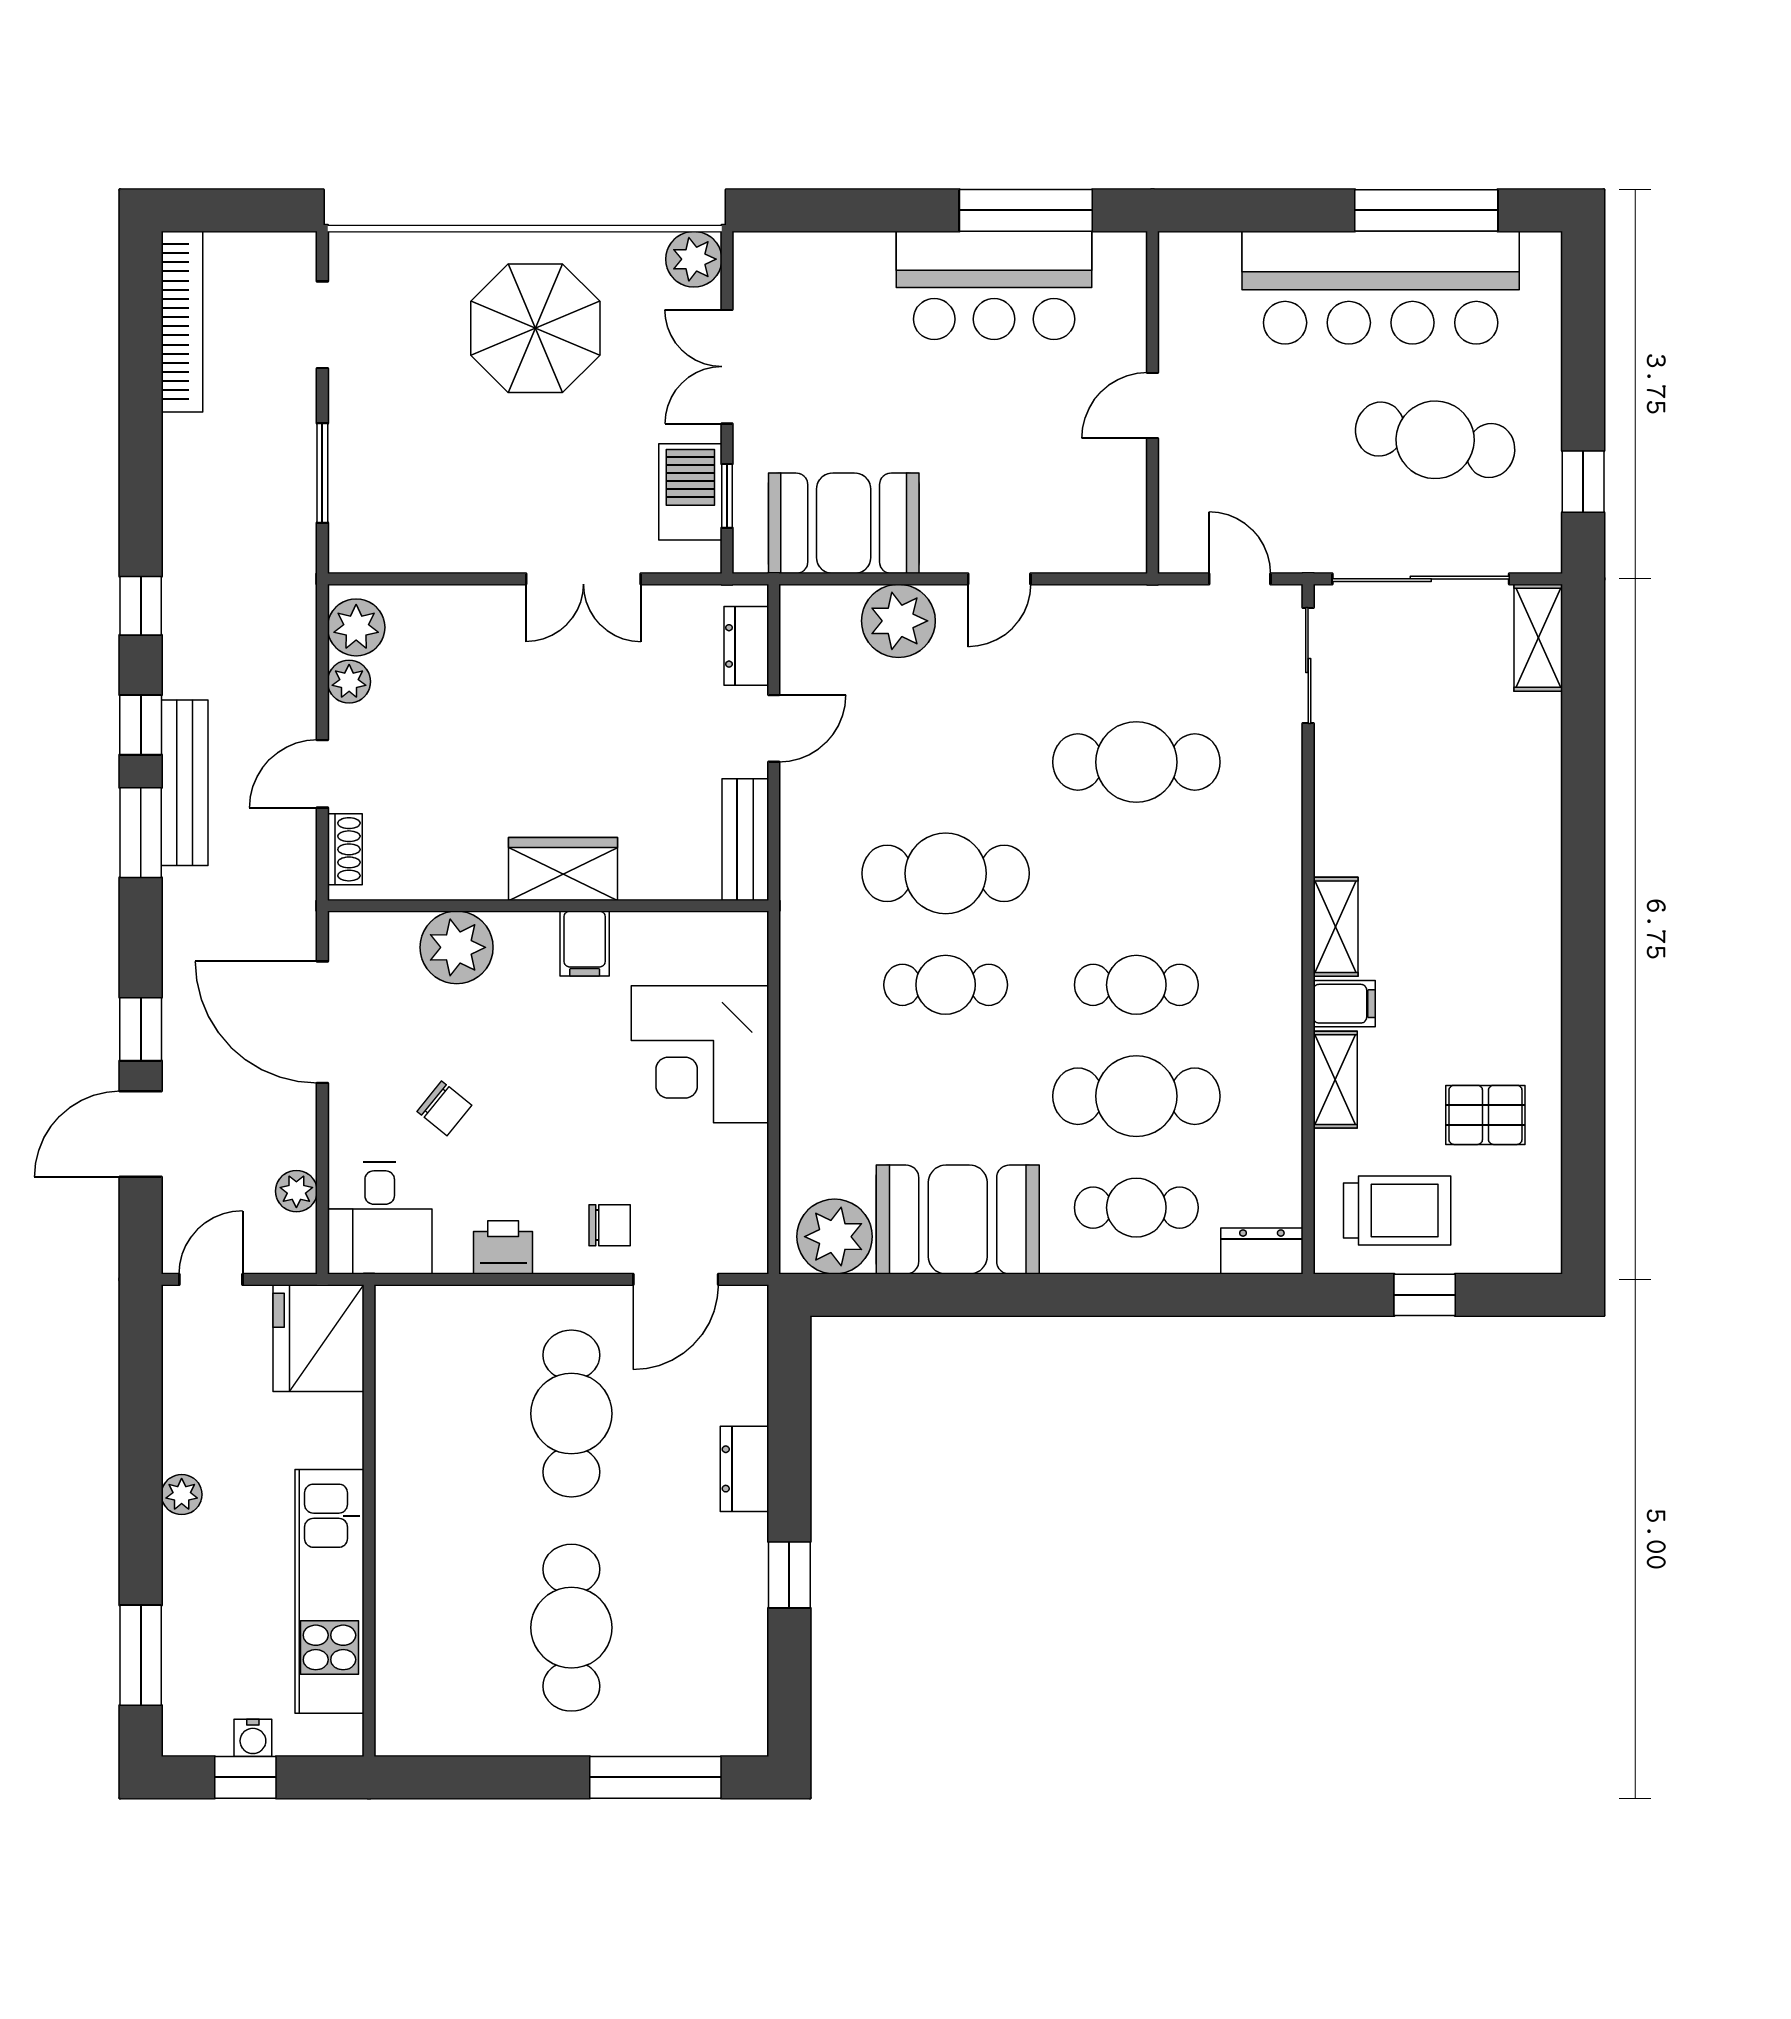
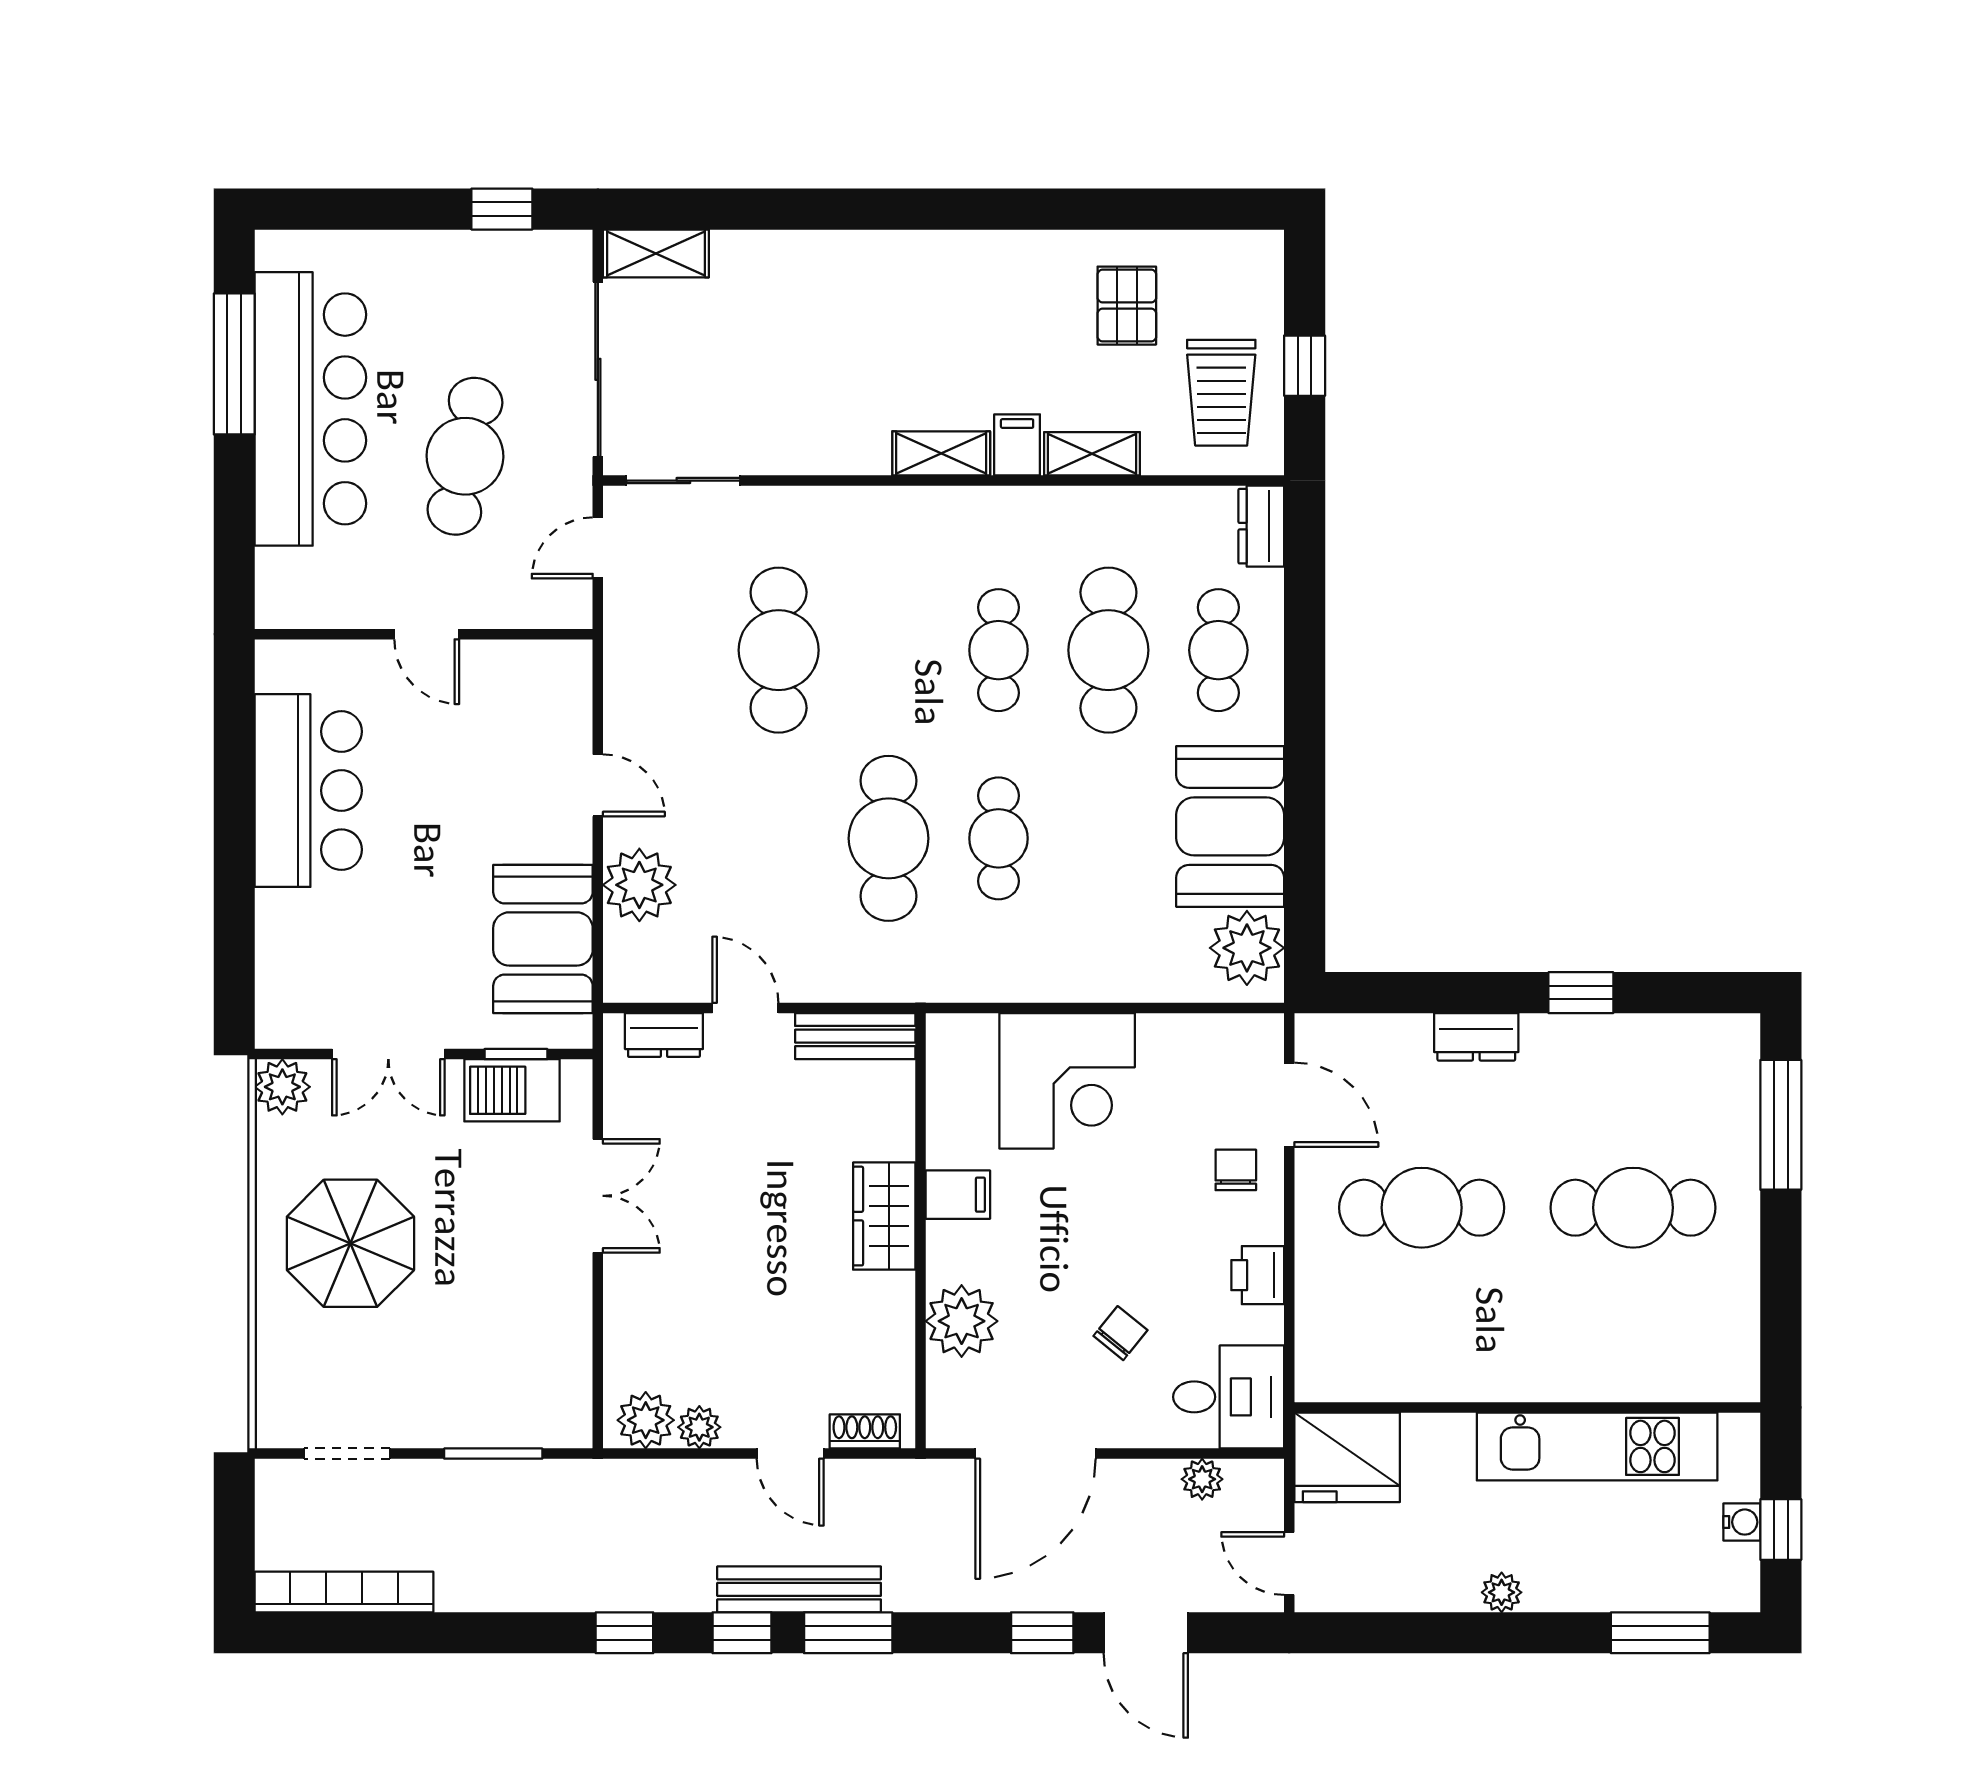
window: (1026, 210) -> (234, 759), removed
cafe table: (1435, 440) -> (465, 456), moved
trolley: (1397, 1210) -> (1221, 393), turned 180

